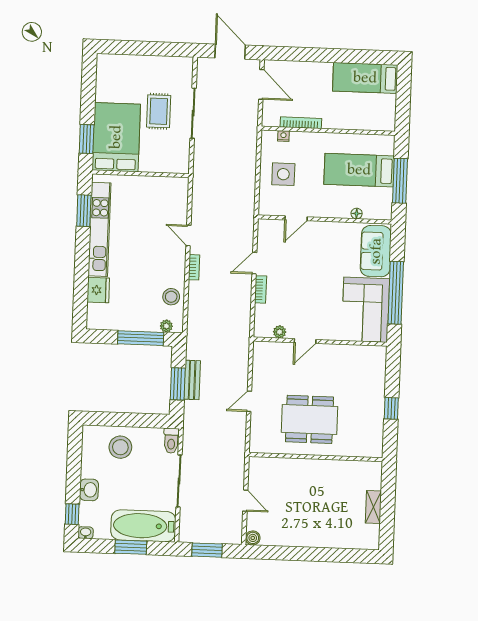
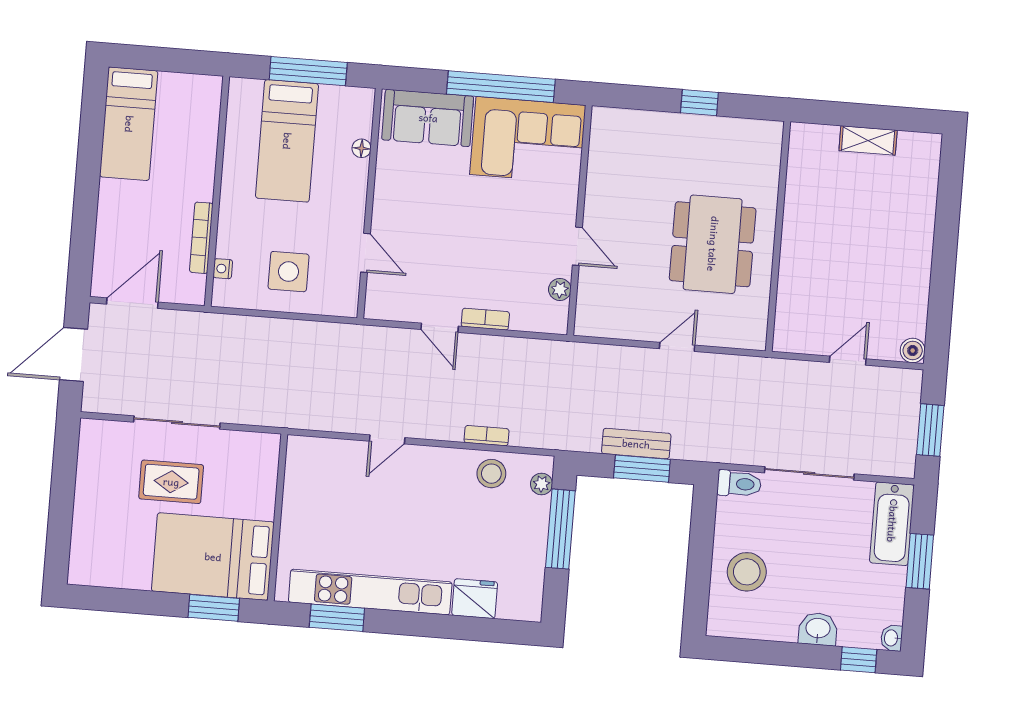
bookcase: (194, 267) -> (487, 436), moved
door: (249, 401) -> (677, 347), swing flipped
bathtub: (143, 526) -> (892, 524), width x0.73, depth x0.73

